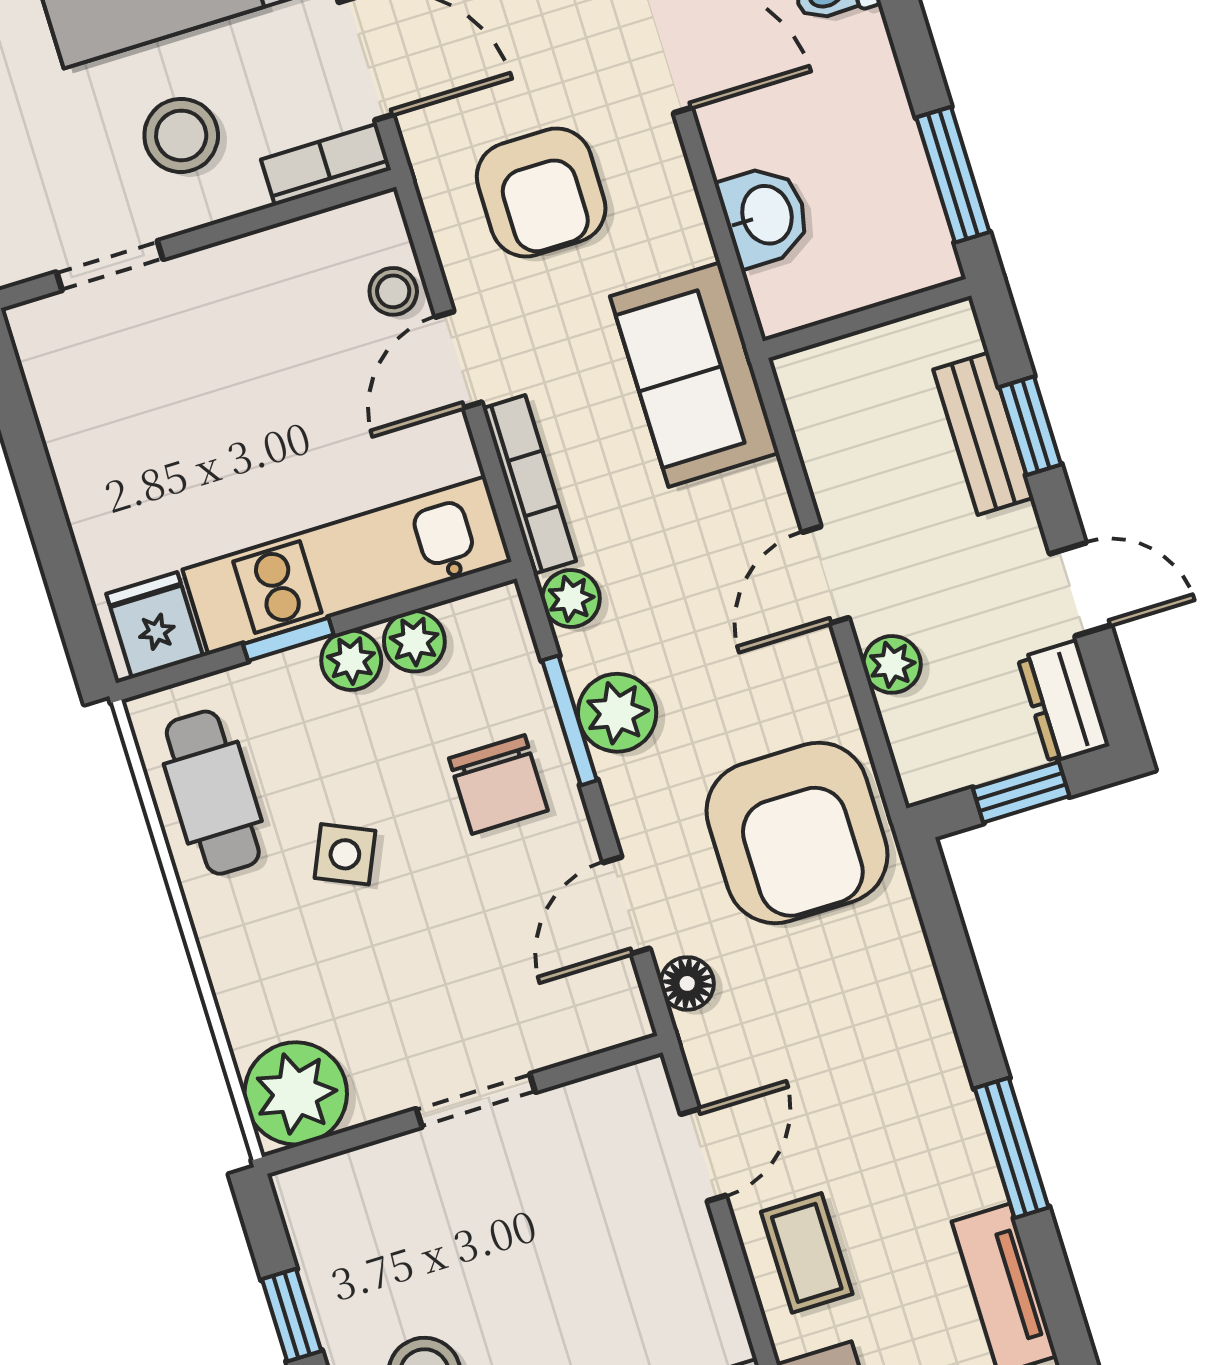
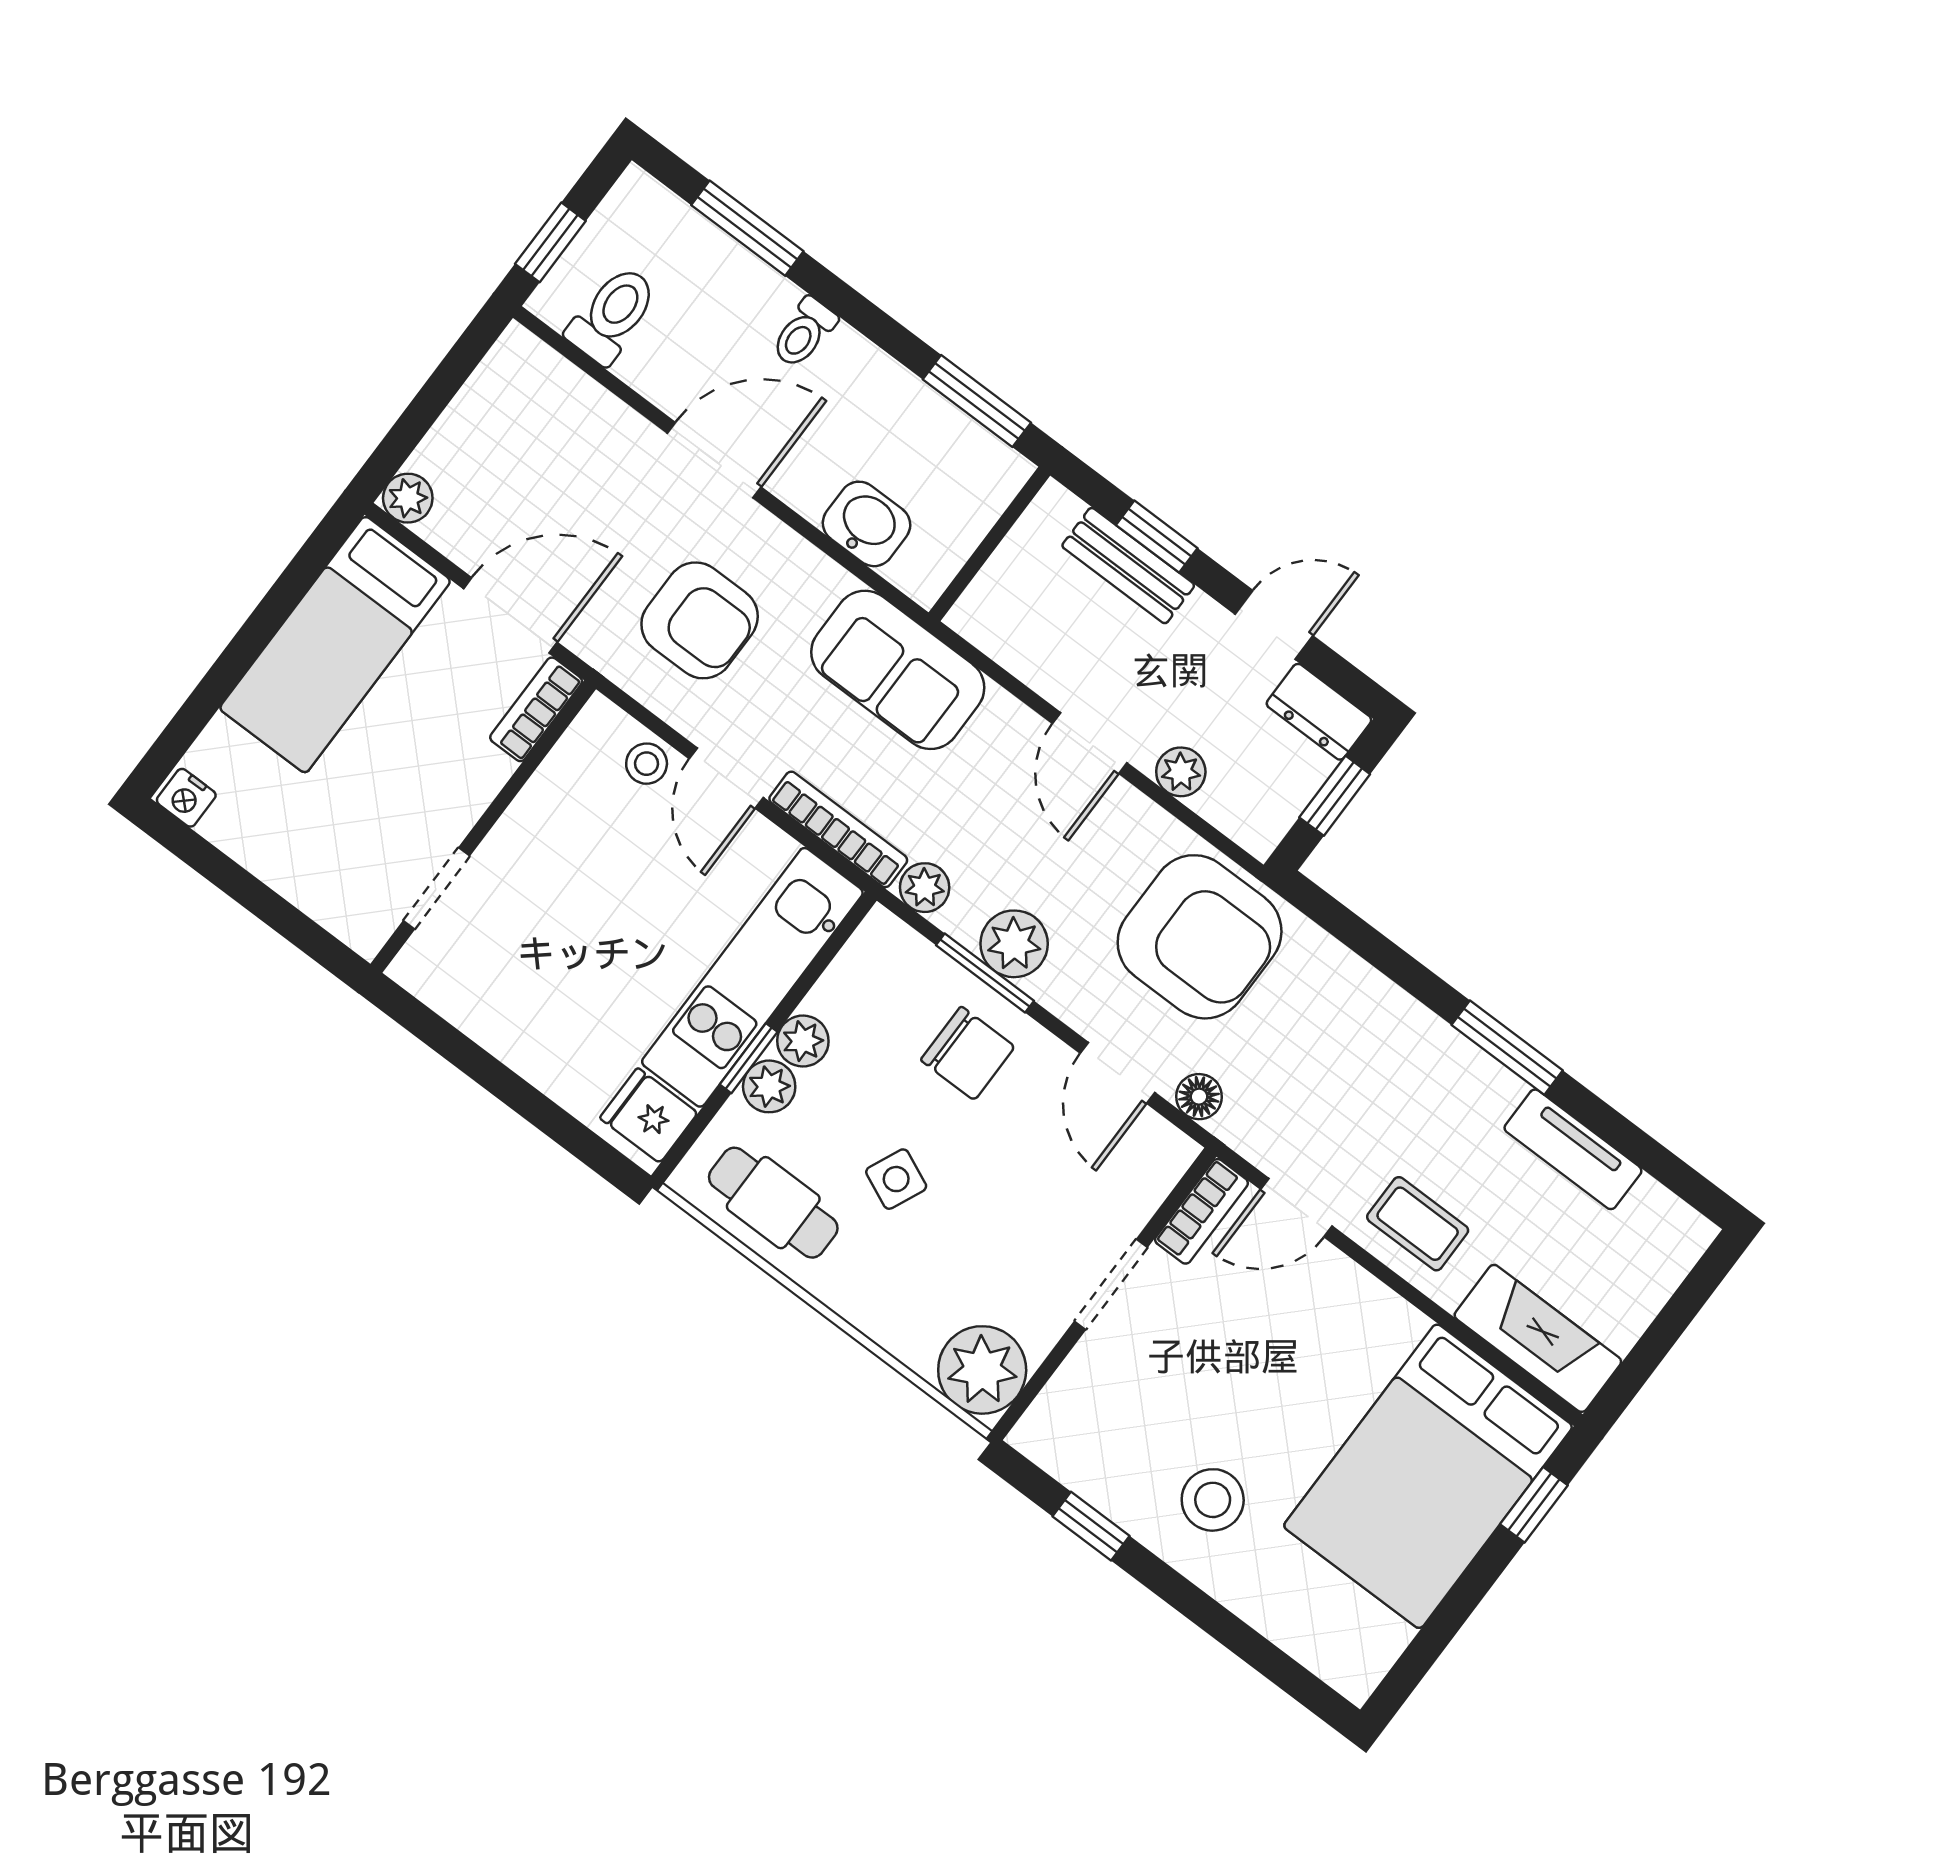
stool: (181, 135) -> (421, 762), removed
plant: (414, 641) -> (769, 1086), moved
bookcase: (611, 1094) -> (1202, 1211), added
door: (703, 1155) -> (1296, 1208), swing flipped

